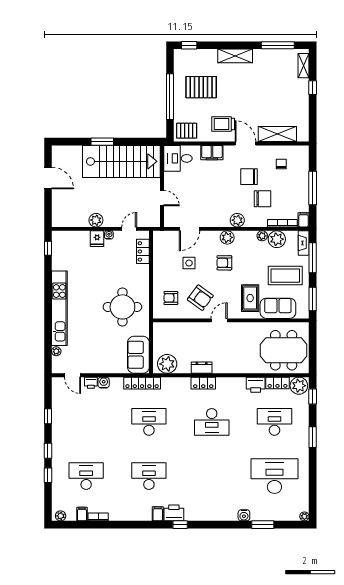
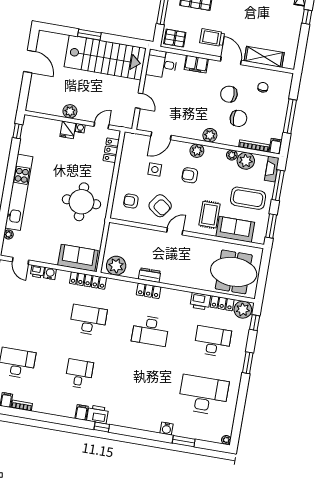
sofa: (138, 355) -> (78, 258), moved, turned 90
desk: (149, 476) -> (79, 374), width x0.73

